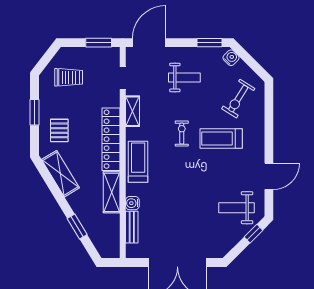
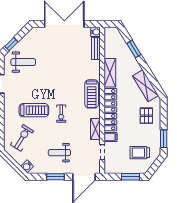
window: (99, 43) -> (131, 177), moved
window: (209, 43) -> (56, 177), moved
filing cabinet: (111, 100) -> (111, 137), added
window: (35, 112) -> (164, 139), moved
water cooler: (132, 203) -> (96, 32), moved

